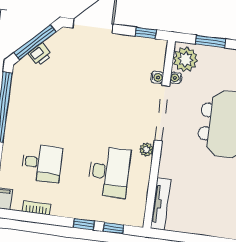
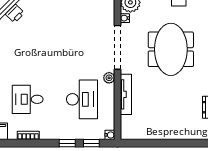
water cooler: (157, 77) -> (110, 135), moved
desk: (42, 163) -> (28, 99), turned 180
tv unit: (160, 204) -> (126, 94), moved

